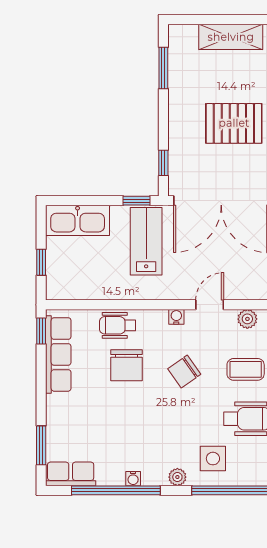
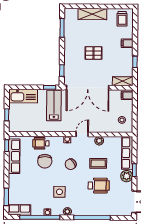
pallet: (234, 123) -> (94, 53), width x0.67, depth x0.71
side table: (213, 459) -> (59, 192), moved

